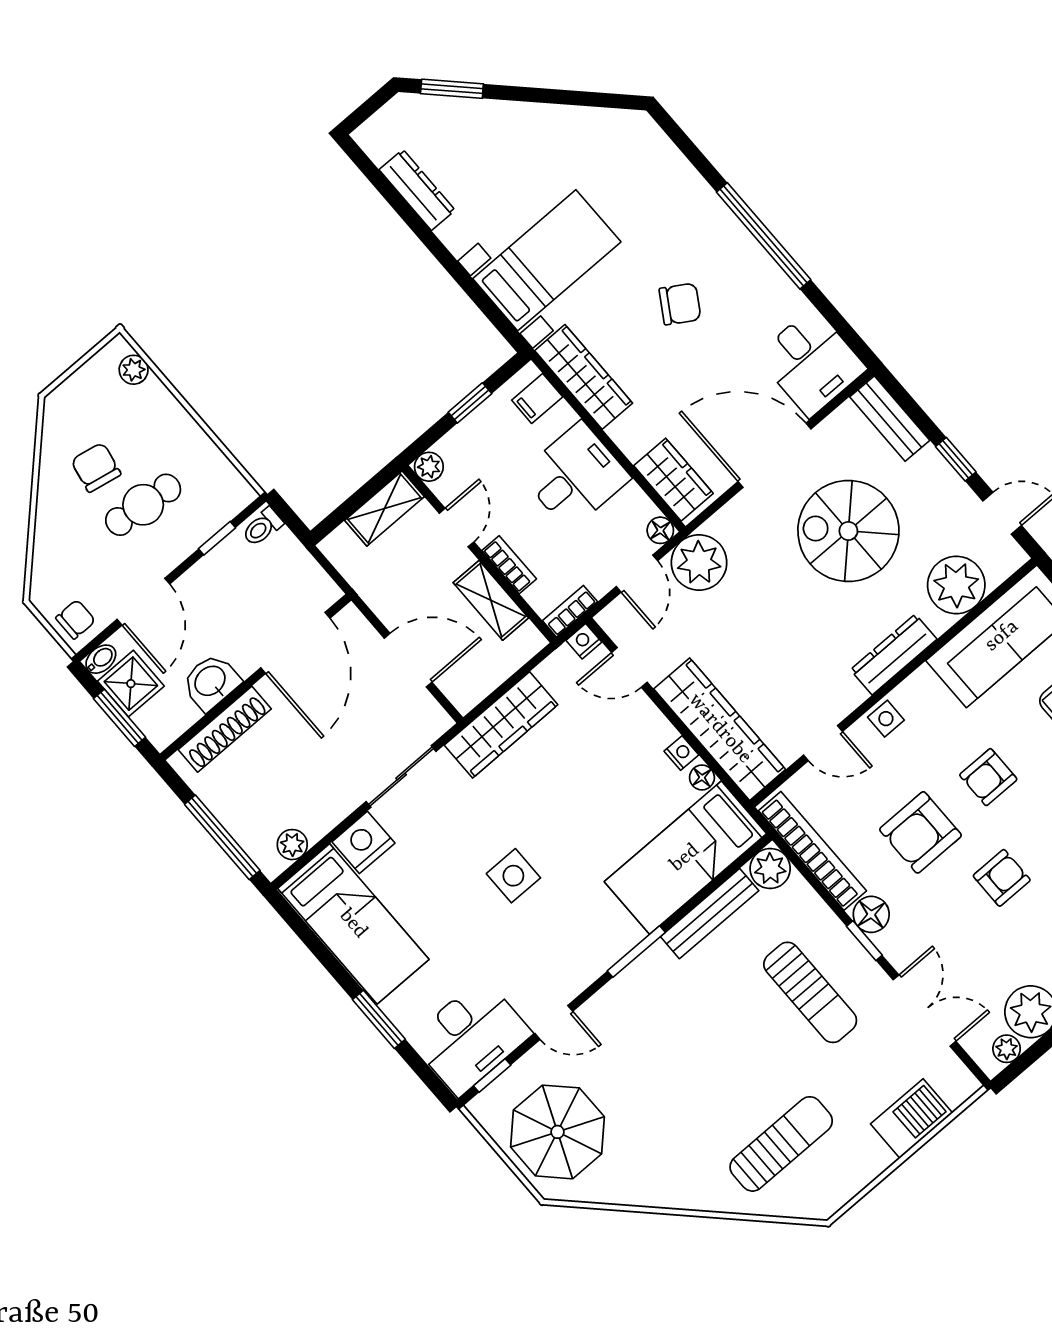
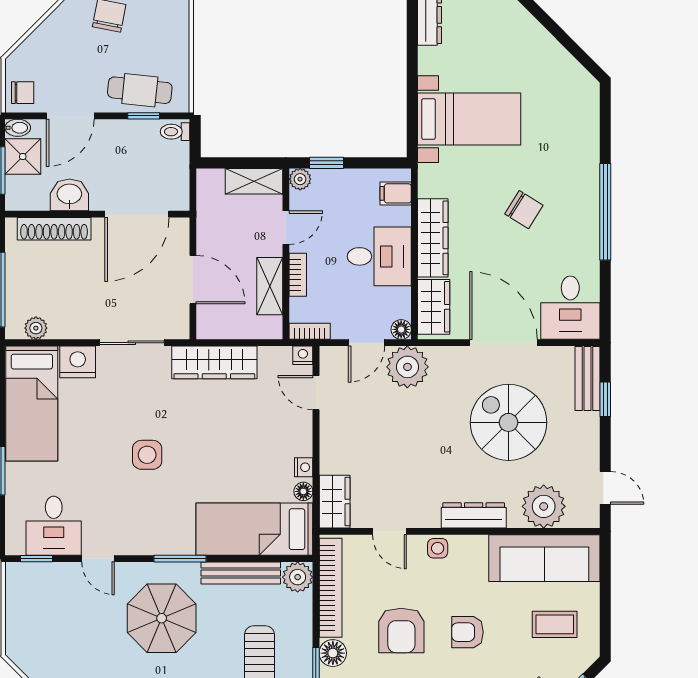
wardrobe: (584, 377) -> (433, 238), moved
window: (470, 403) -> (326, 163), moved
window: (956, 459) -> (605, 399), moved
cafe table: (143, 505) -> (140, 90), moved
wardrobe: (720, 729) -> (335, 502), width x0.48, depth x0.85
armchair: (920, 832) -> (401, 630), turned -90
desk: (471, 1036) -> (54, 526), width x0.73
parasol: (557, 1132) -> (162, 618), moved

